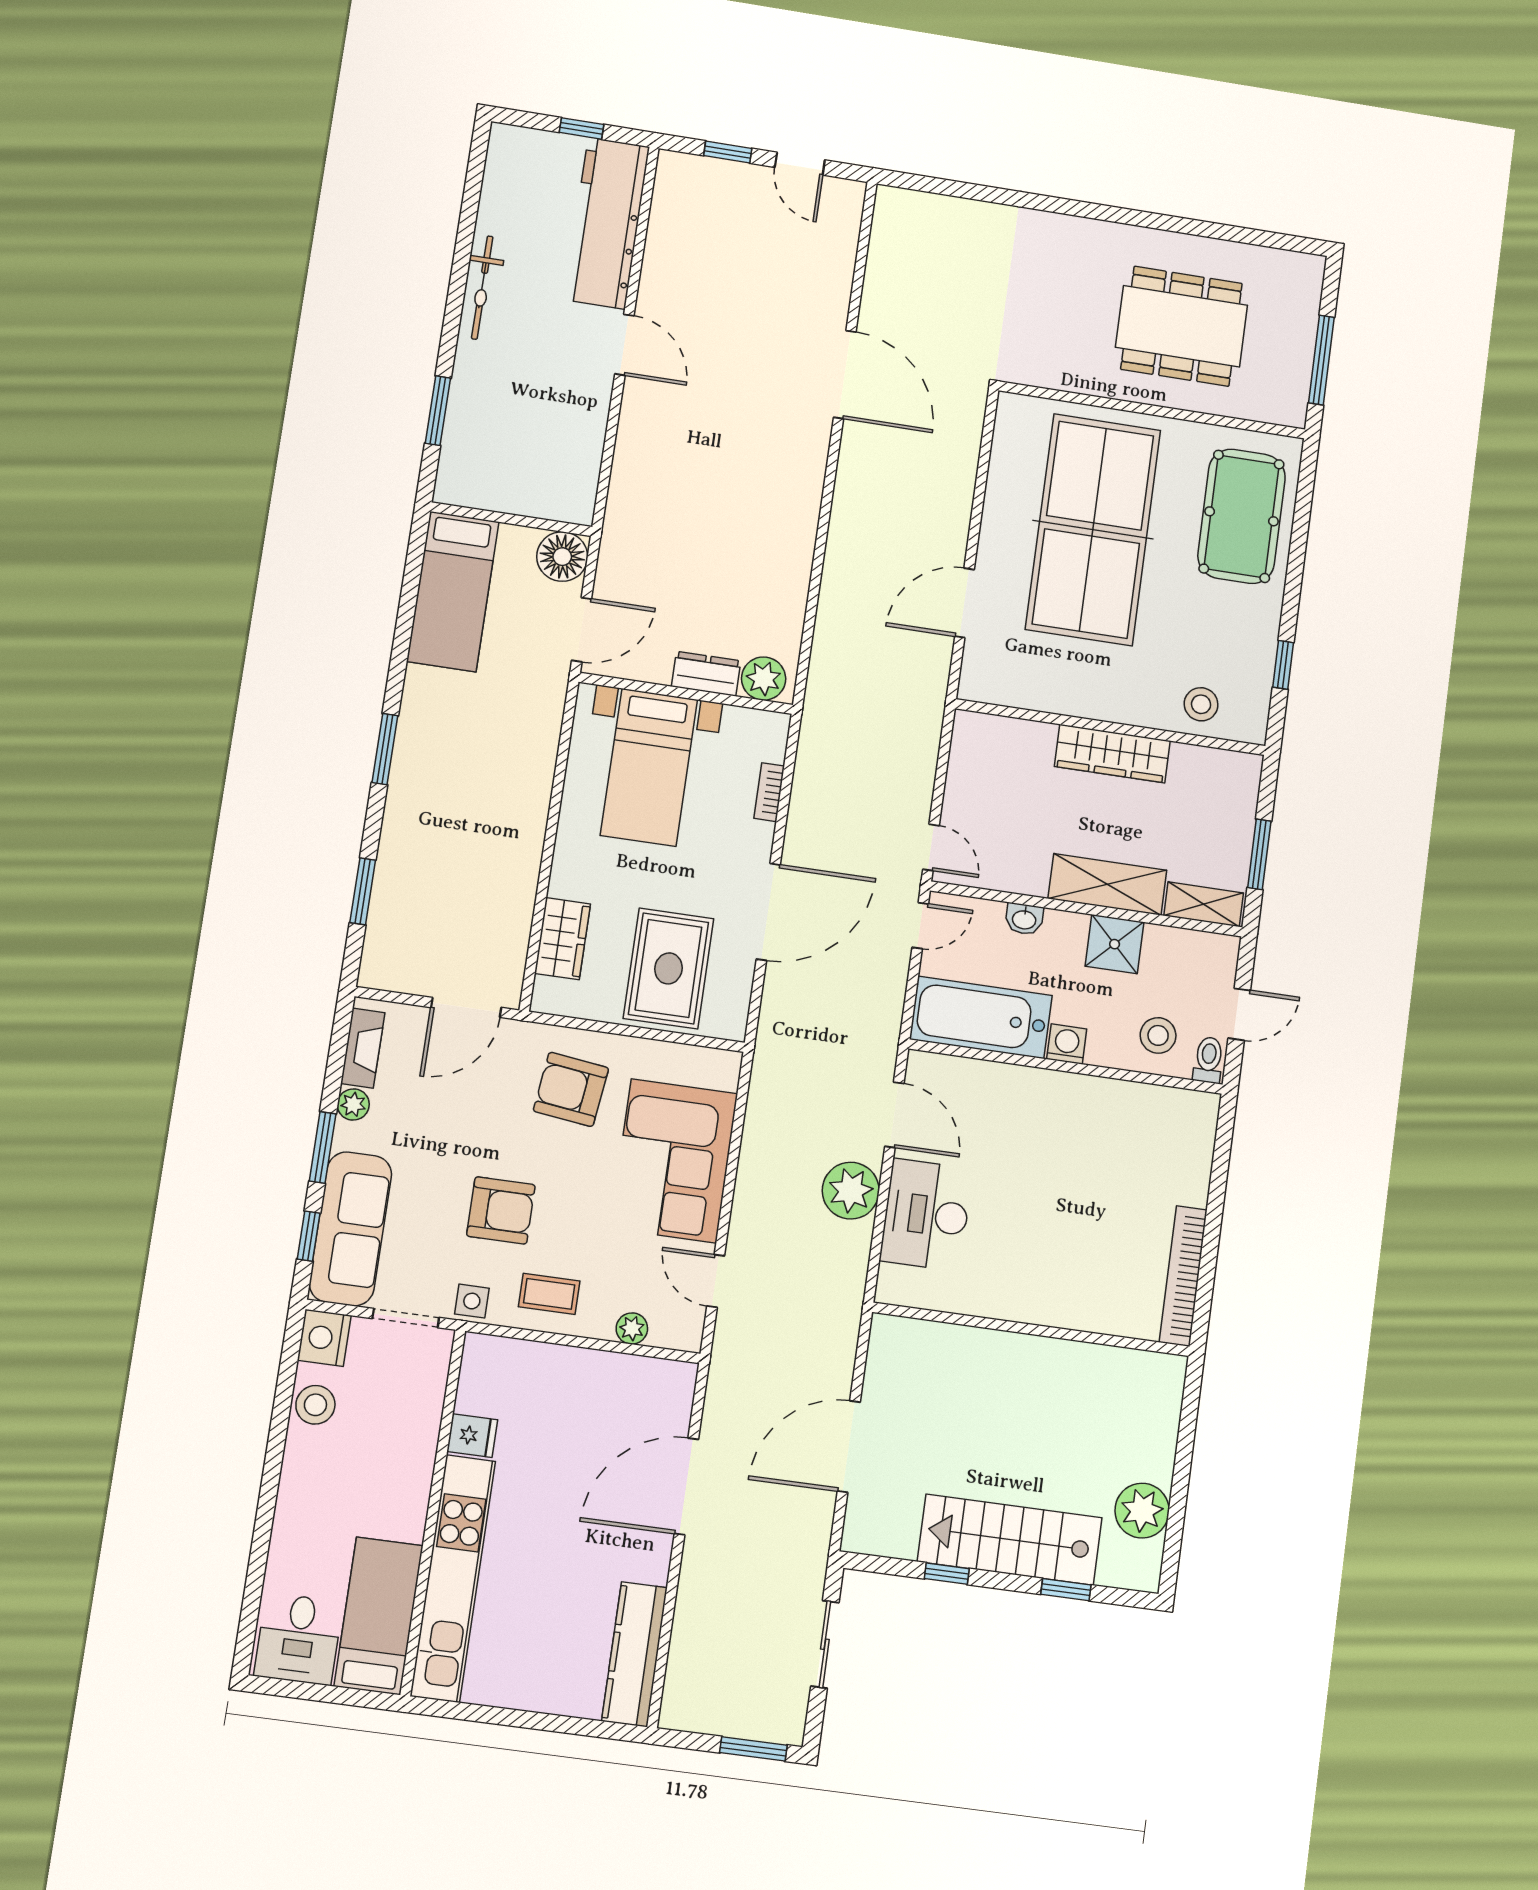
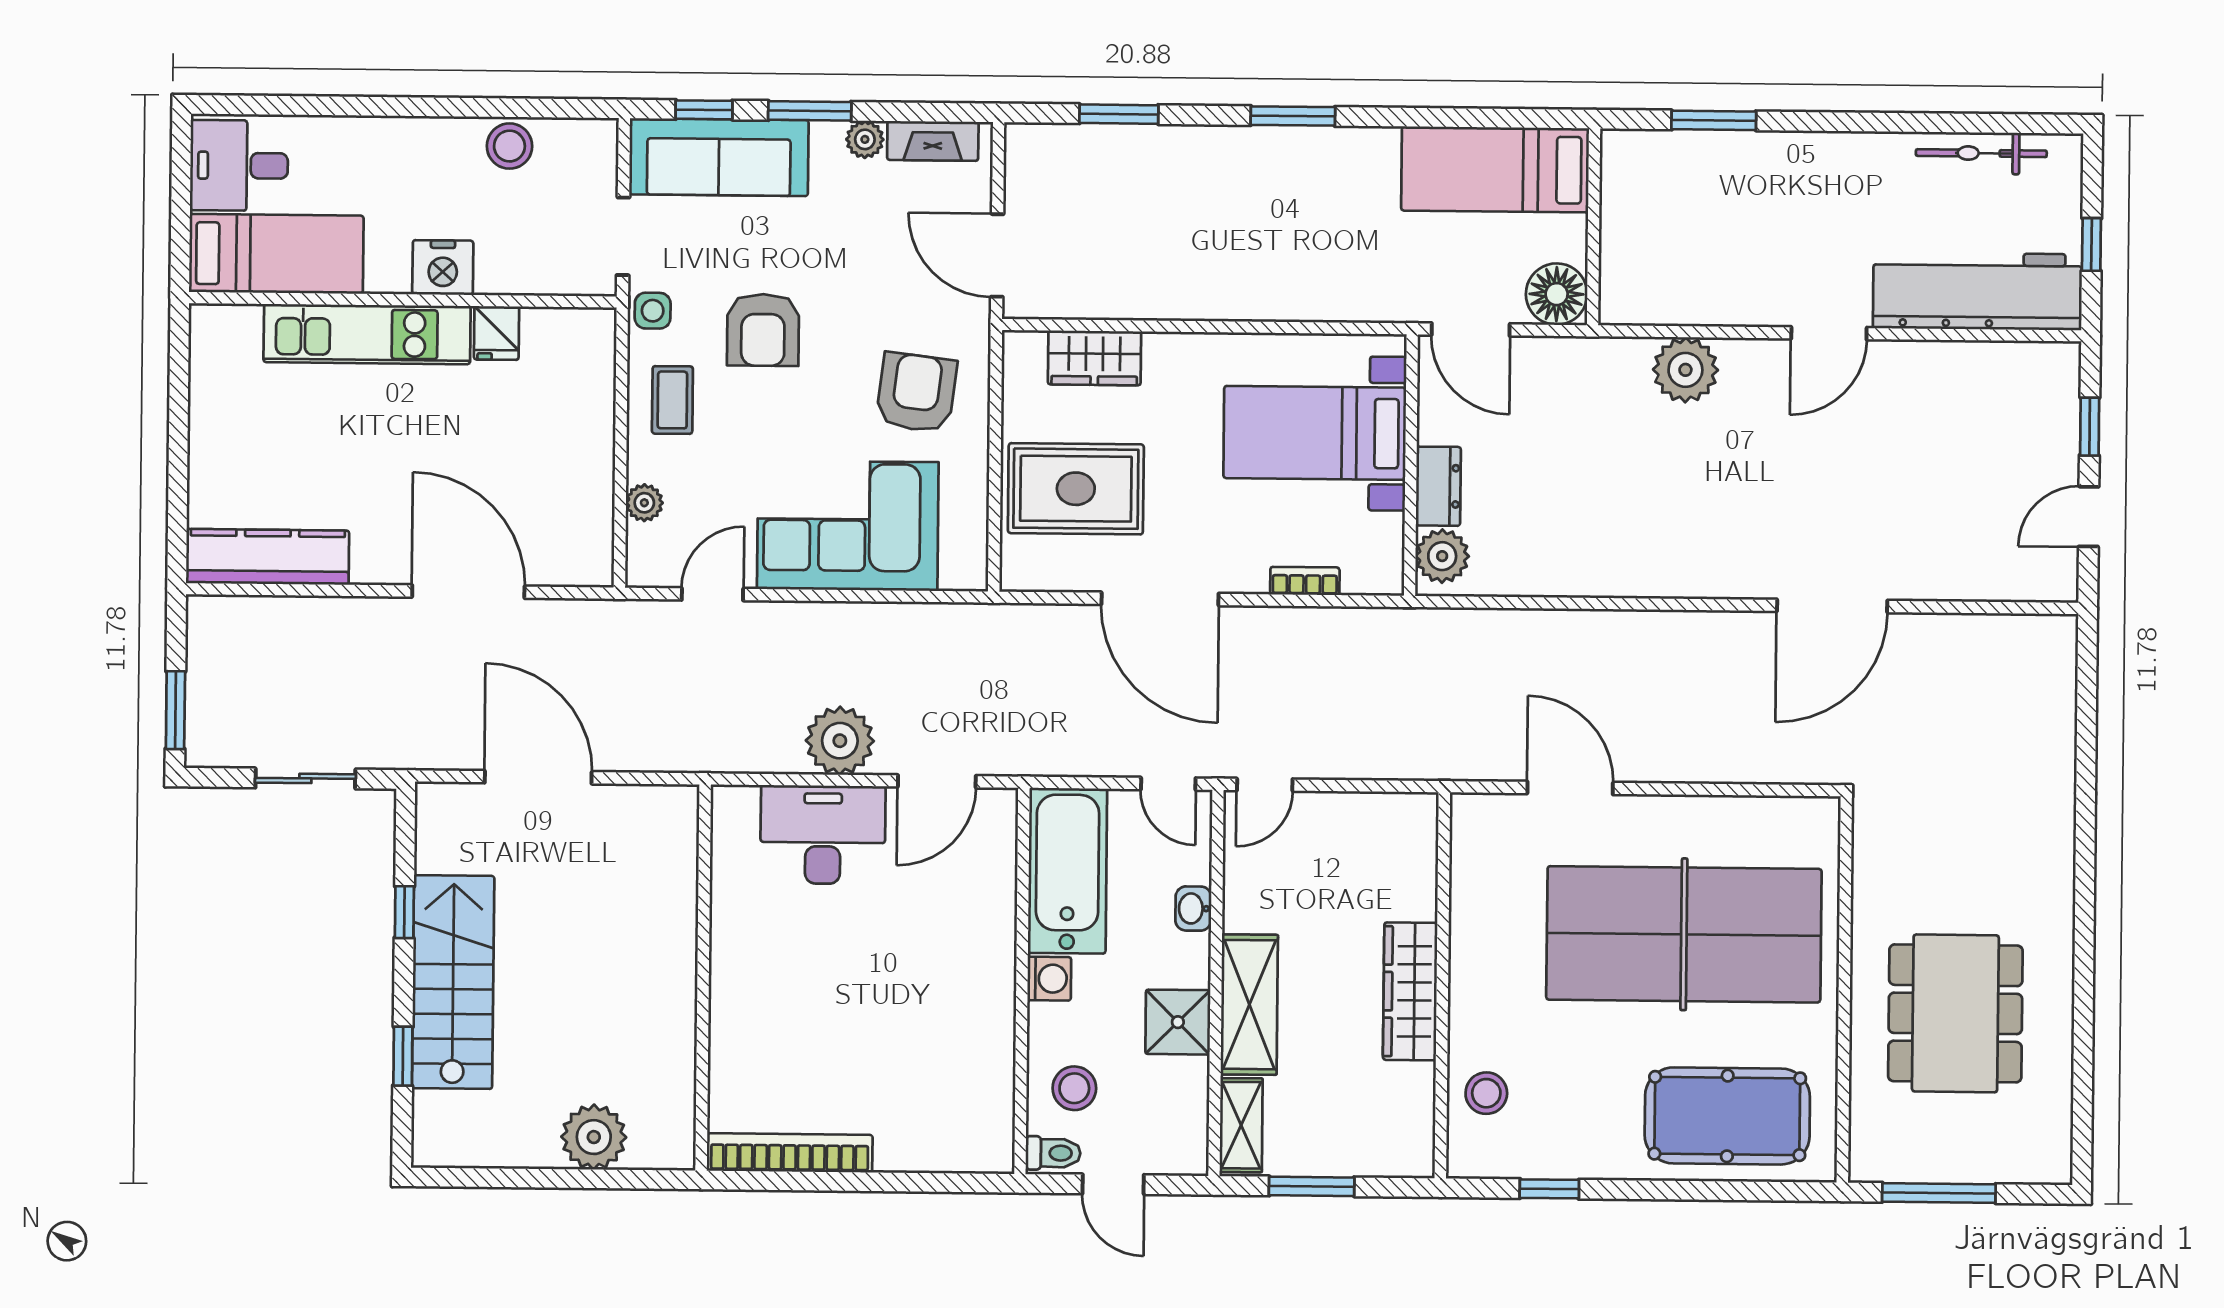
bicycle: (482, 288) -> (1981, 153), moved
plant: (638, 463) -> (1685, 370), added
nightstand: (324, 1338) -> (443, 268), moved, turned 180
plant: (1142, 1511) -> (594, 1137), moved
kitchen unit: (453, 1578) -> (367, 334), width x0.73

